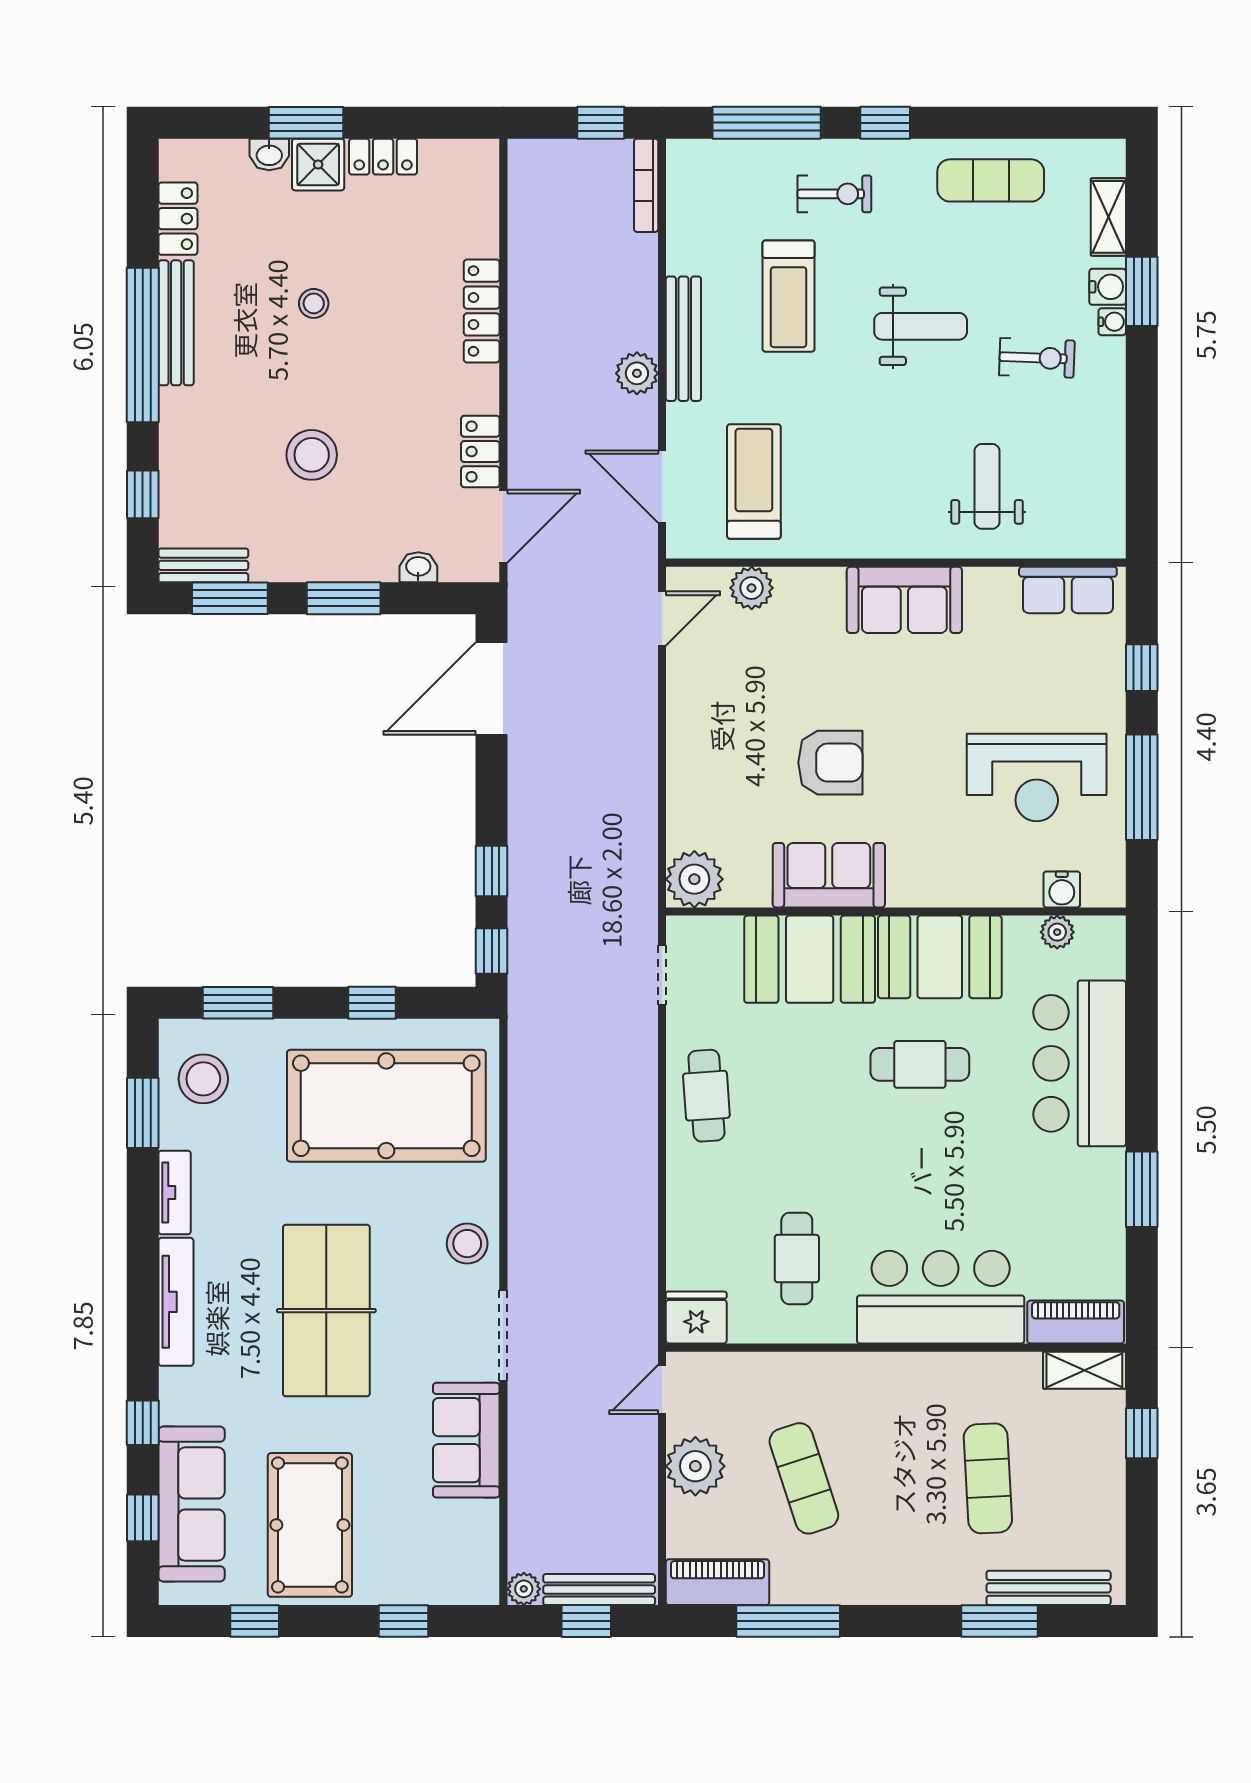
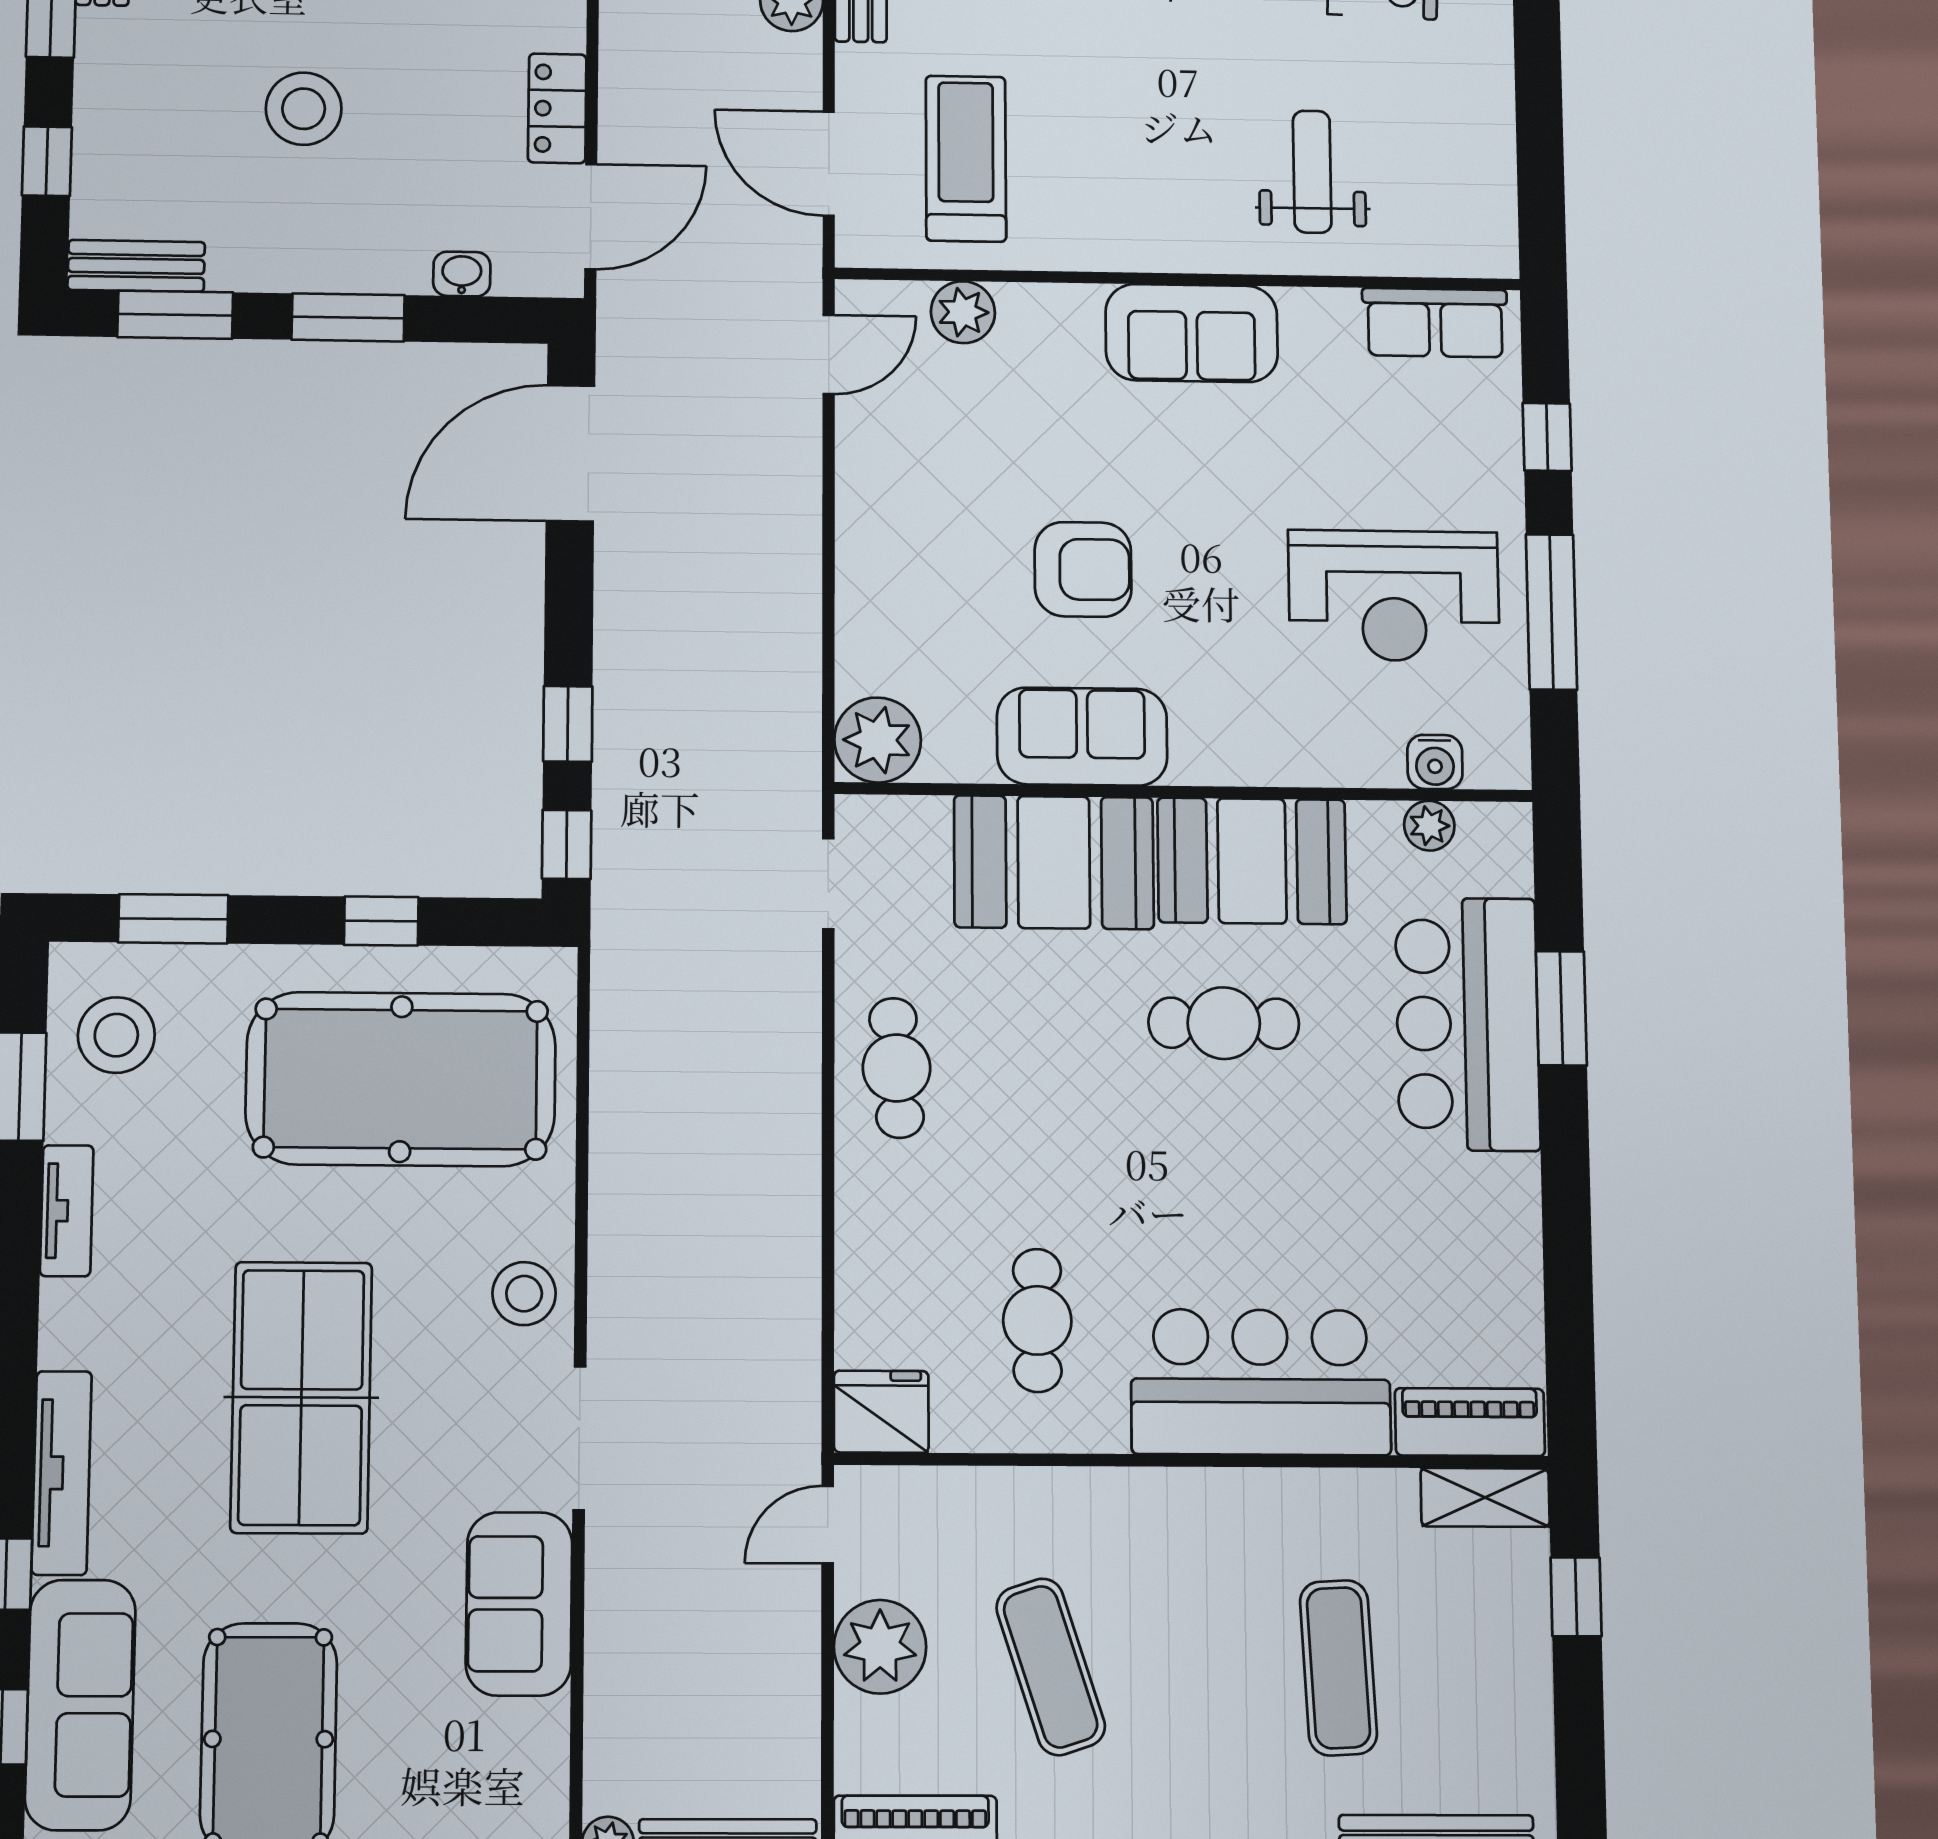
window: (1142, 1189) -> (1561, 1008), moved
tv unit: (176, 1302) -> (62, 1473), moved

